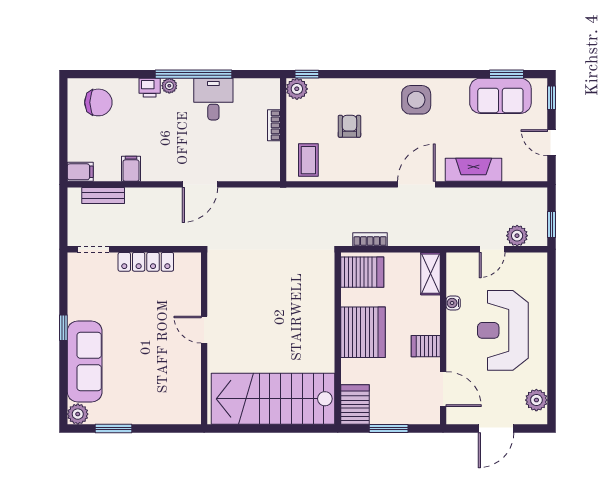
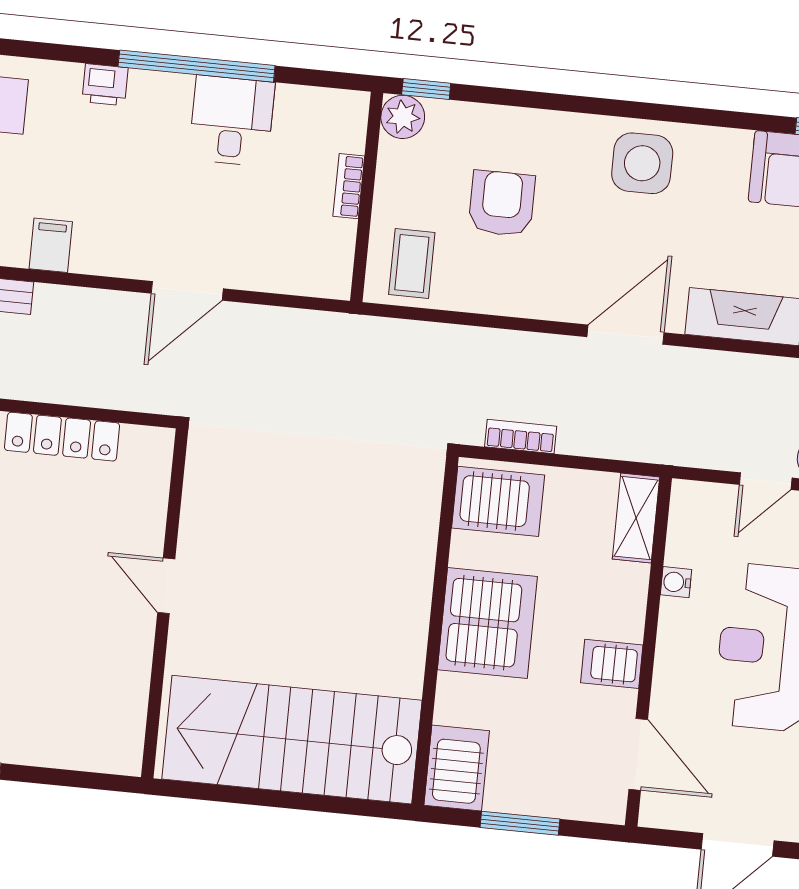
plant: (169, 86) -> (145, 85), removed
armchair: (349, 126) -> (502, 203), width x1.38, depth x1.38

